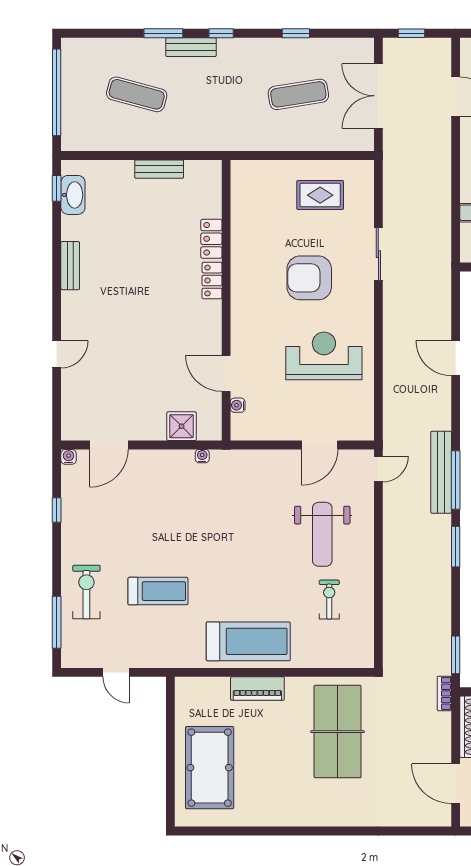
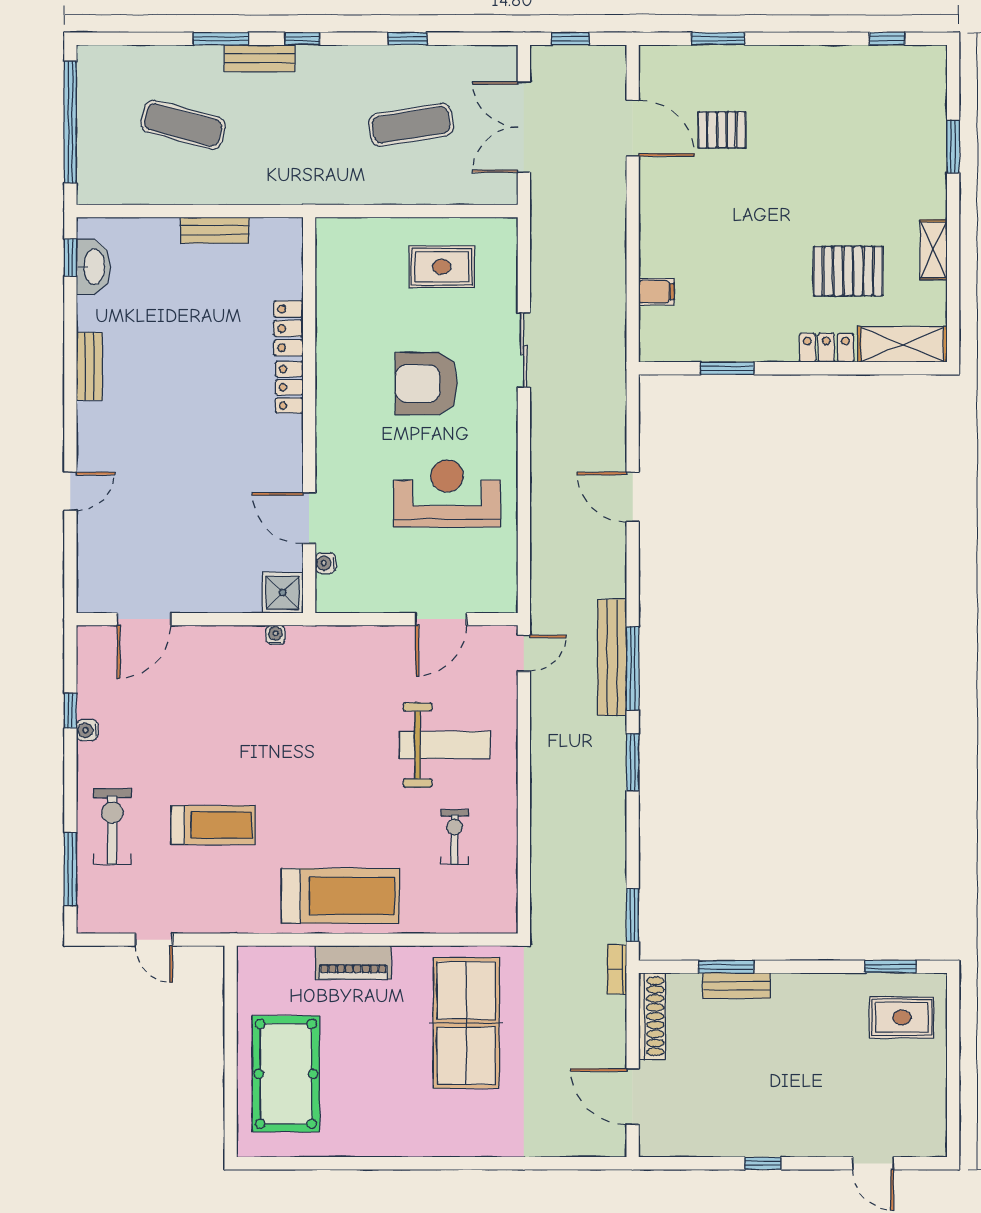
shower: (182, 426) -> (283, 593), moved
water cooler: (69, 457) -> (87, 730), moved, turned -90
weight bench: (322, 534) -> (445, 745), turned -90

